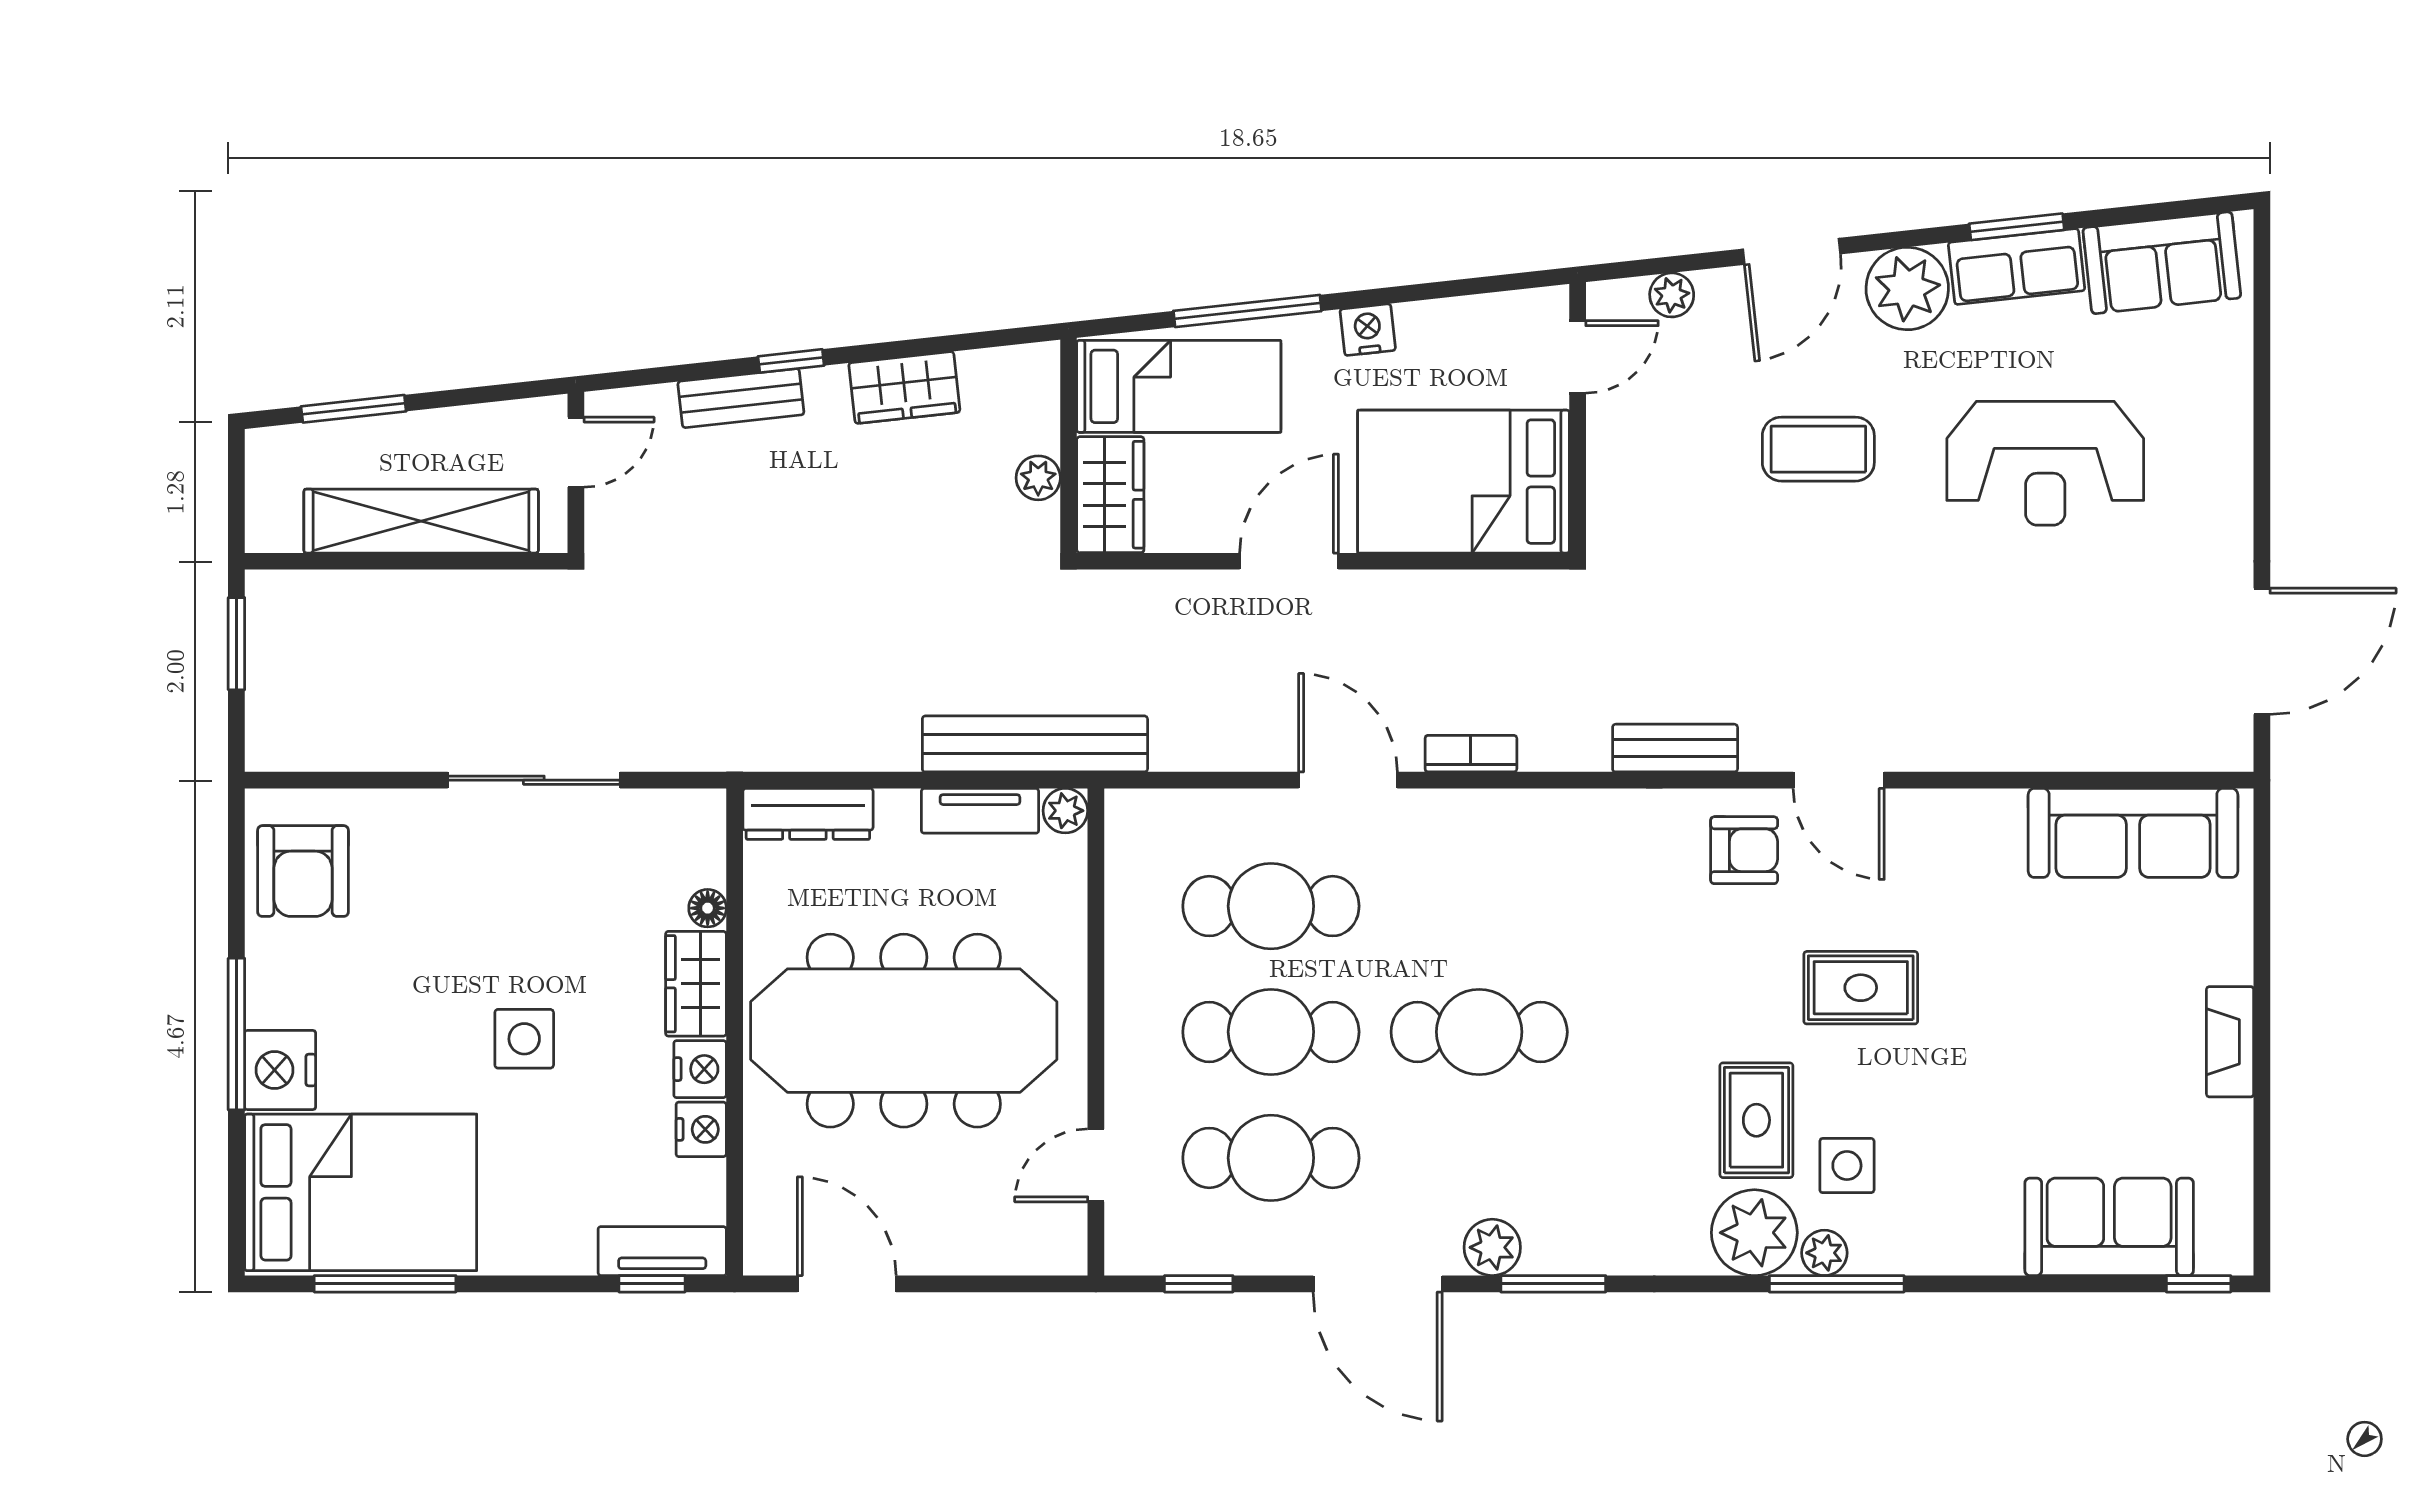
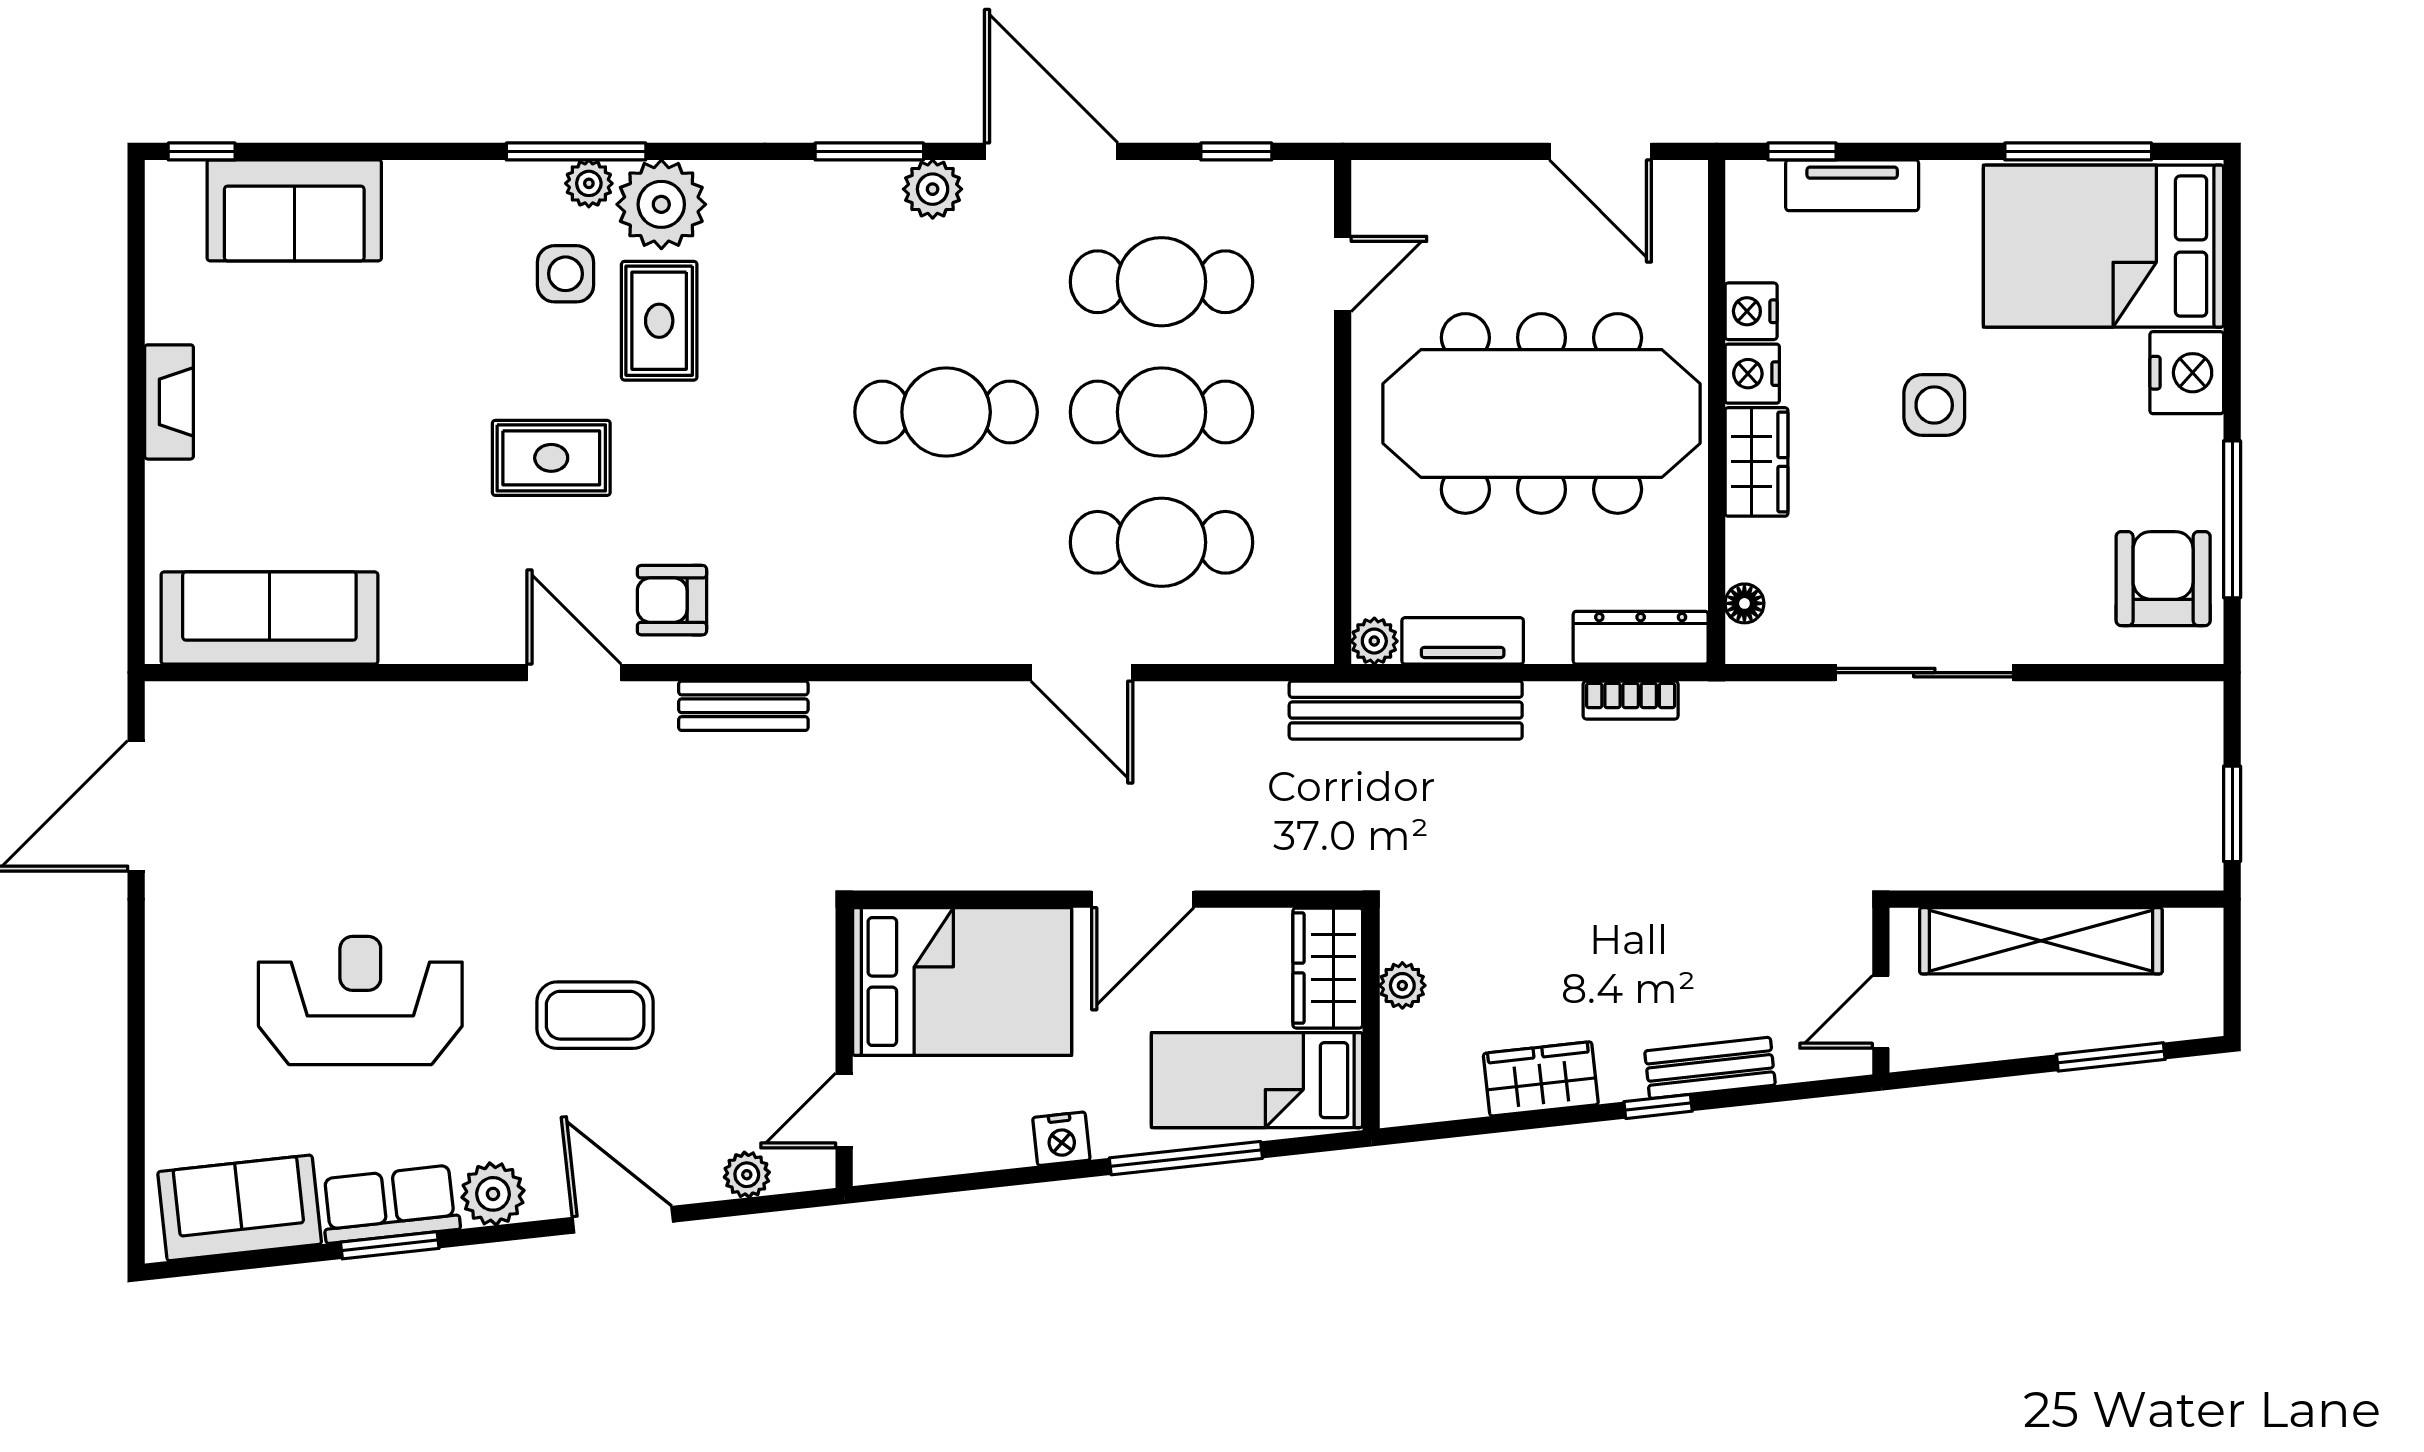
door: (1792, 251) -> (623, 1220), hinge flipped
plant: (1907, 289) -> (493, 1194), width x0.73, depth x0.73
bookcase: (1471, 754) -> (1631, 700), moved
floor lamp: (708, 908) -> (1744, 603), moved
window: (236, 1034) -> (2232, 519), moved
tv unit: (662, 1251) -> (1852, 185), moved

